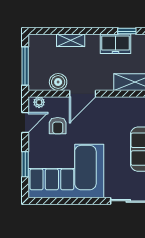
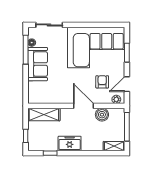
shelving: (71, 40) -> (114, 146), moved
freezer: (116, 44) -> (70, 143), moved
door: (83, 94) -> (83, 106), hinge flipped

